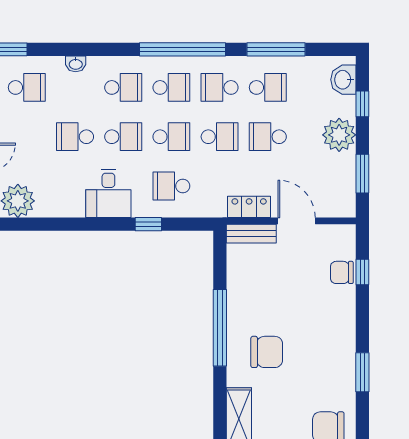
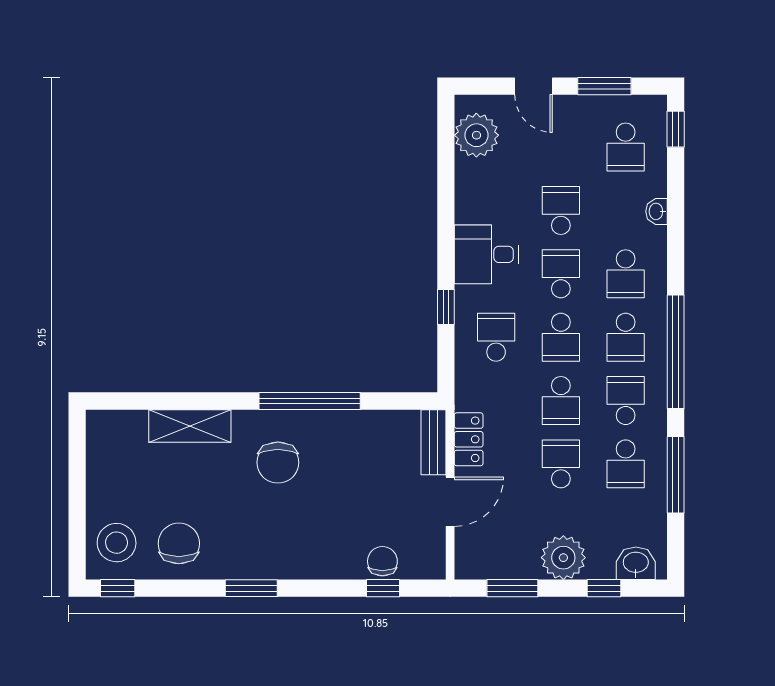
school desk: (123, 137) -> (561, 274), turned 180

